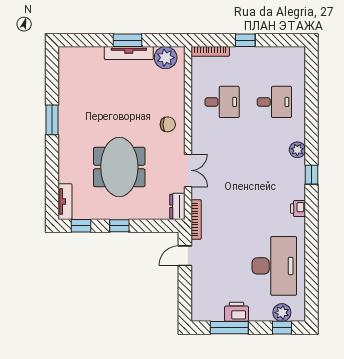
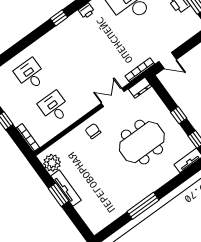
window: (52, 120) -> (143, 206), width x1.44
plant: (297, 150) -> (50, 38), removed

